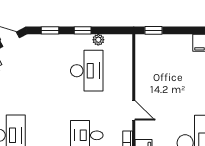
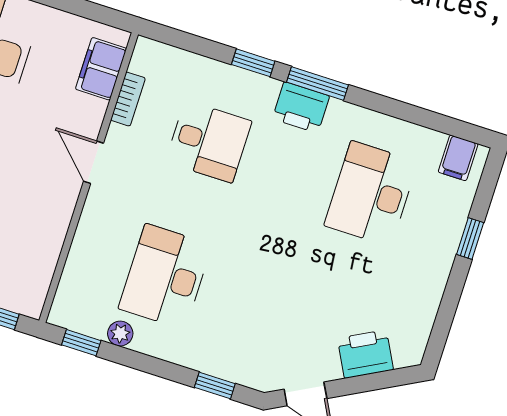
window: (83, 30) -> (81, 343), moved

